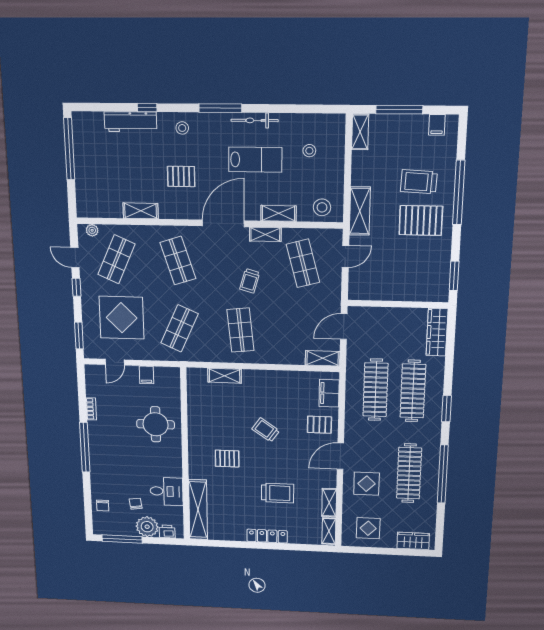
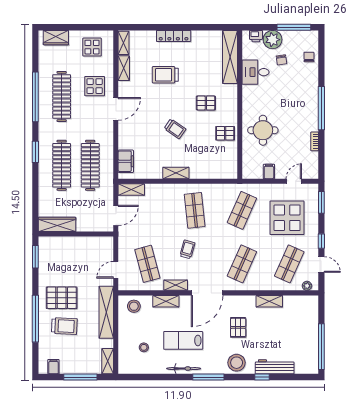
stool: (182, 128) -> (237, 363), width x1.89, depth x1.89
pallet: (181, 176) -> (238, 327), turned 90
shelving: (360, 211) -> (106, 312), width x1.47
shop shelf: (178, 261) -> (242, 264), turned 42
wardrobe: (437, 332) -> (57, 224), moved, turned -90
shelving: (225, 376) -> (176, 173), moved
pallet: (319, 425) -> (225, 133), moved

